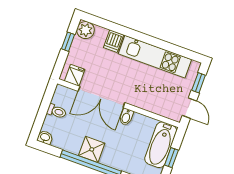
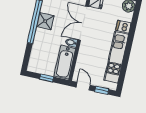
door: (189, 108) -> (83, 86), swing flipped
bathtub: (161, 145) -> (65, 62), moved, turned -90

